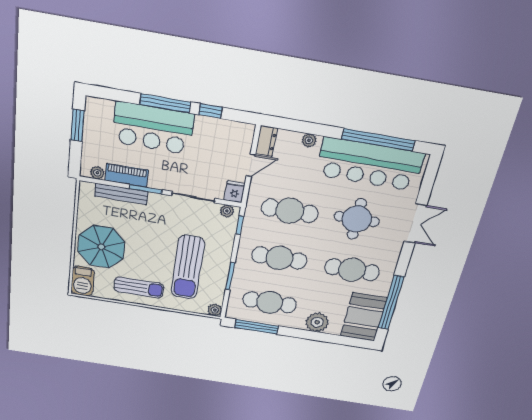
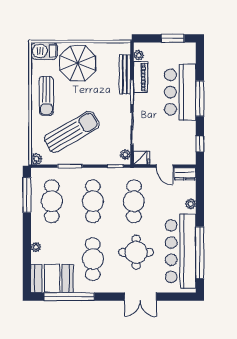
window: (210, 111) -> (200, 144), moved
sun lounger: (188, 267) -> (72, 132), turned 150
plant: (317, 322) -> (36, 247), width x0.53, depth x0.53

